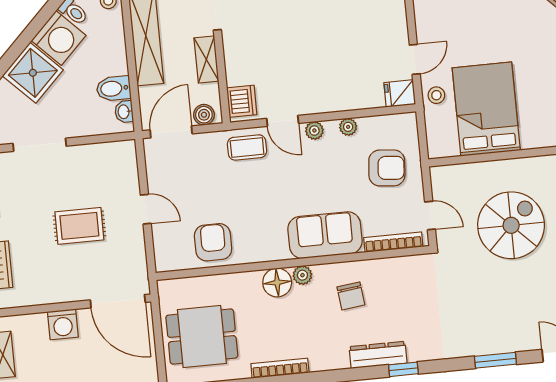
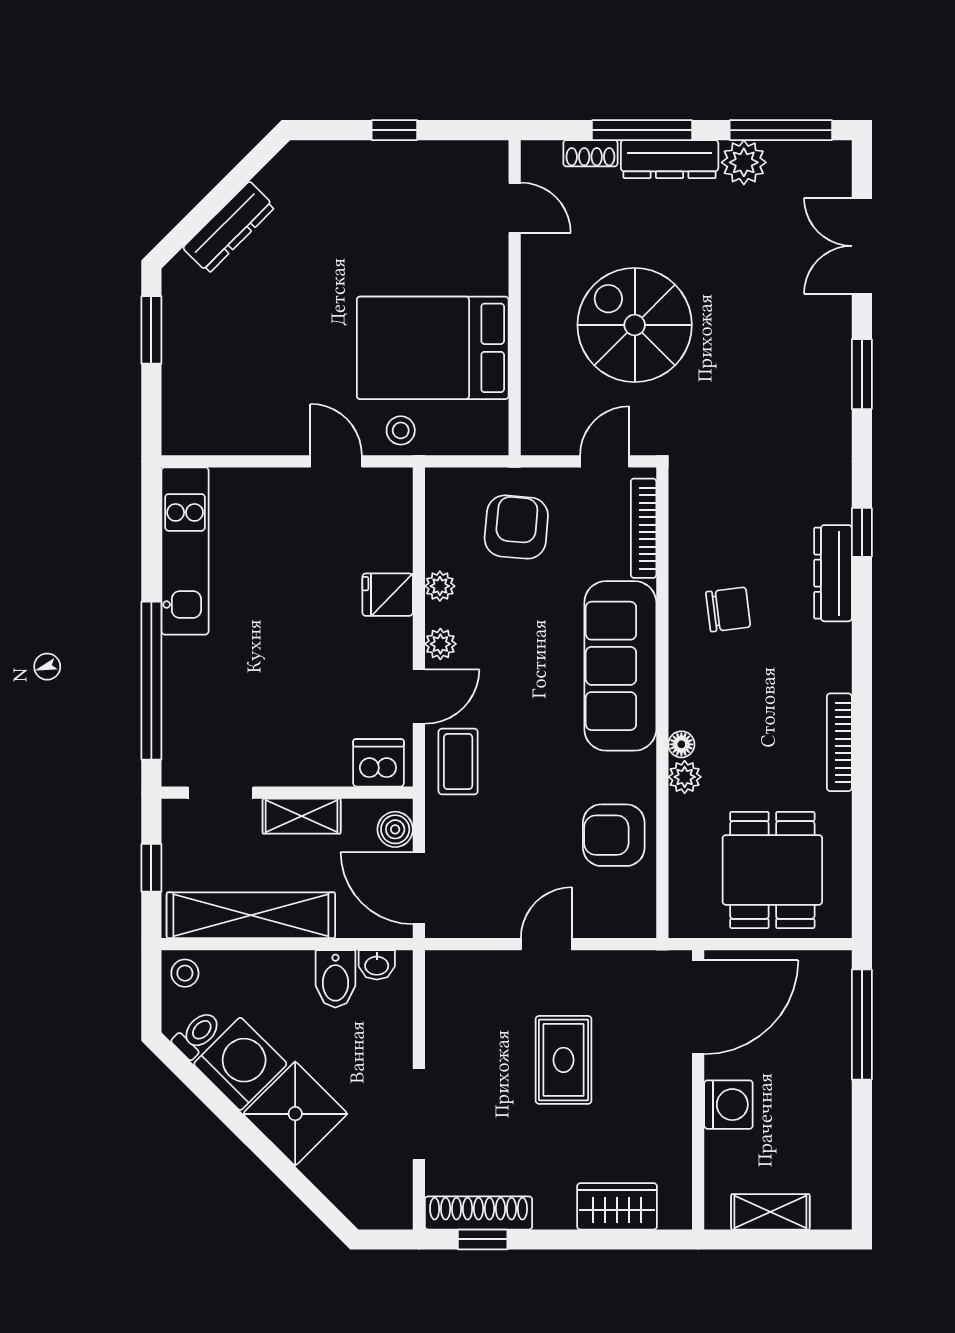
fridge: (400, 93) -> (388, 595), moved, turned 90
sofa: (325, 235) -> (620, 666), width x1.36
plant: (302, 275) -> (685, 777), moved
floor lamp: (277, 282) -> (681, 744), width x0.53, depth x0.53

